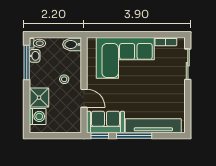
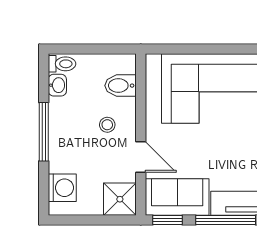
bidet: (72, 44) -> (120, 86), moved
window: (27, 62) -> (44, 132), moved
shower: (39, 98) -> (120, 199), moved

